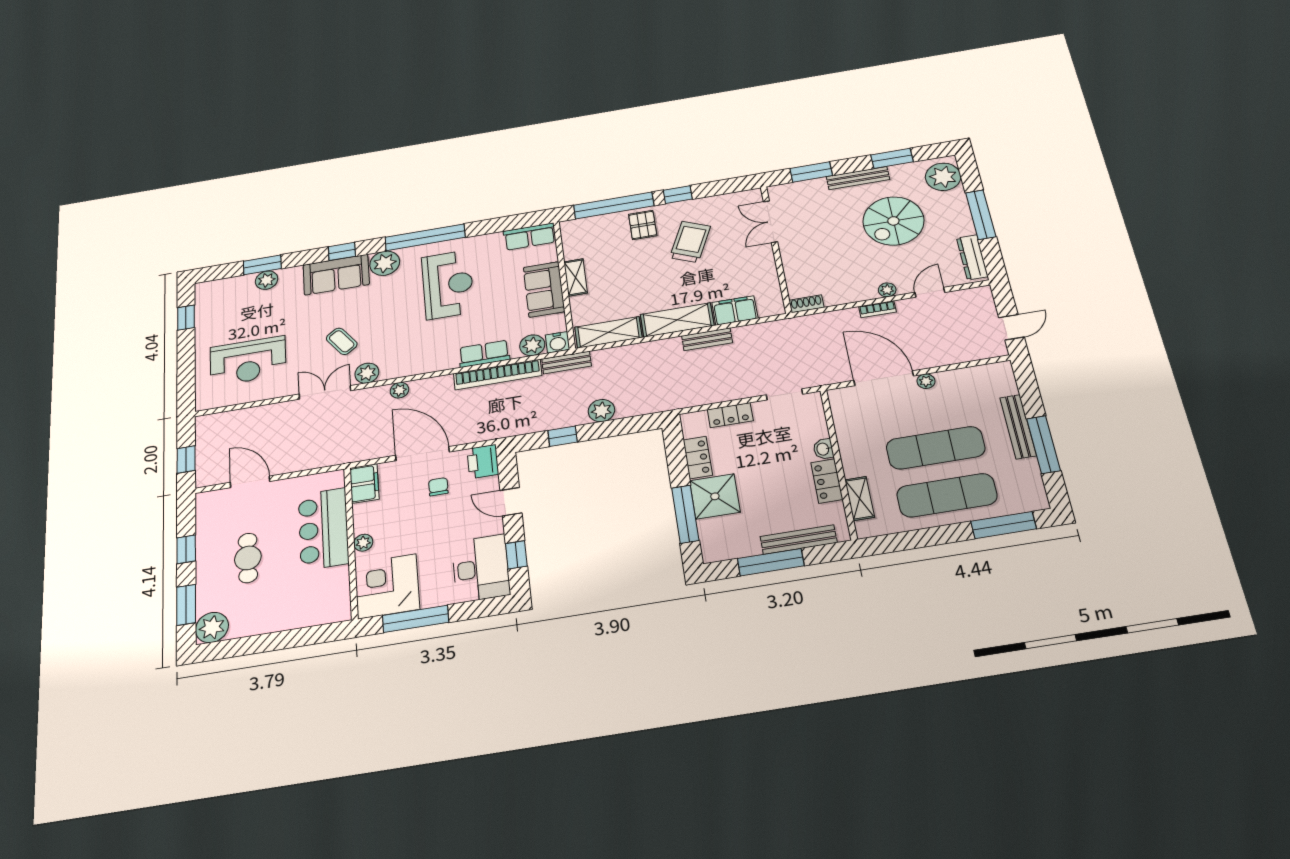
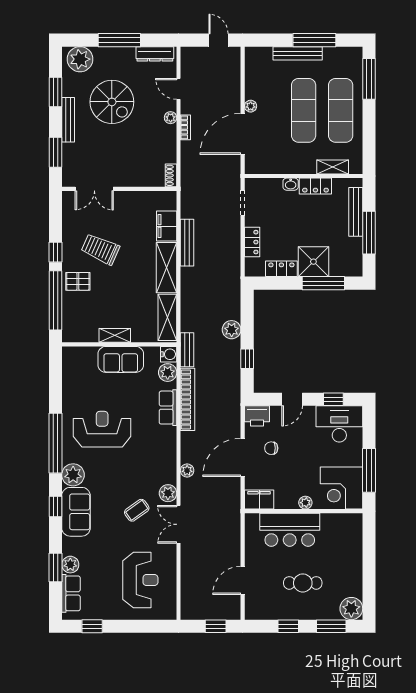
row of seats: (530, 237) -> (71, 593), moved
bench: (707, 339) -> (187, 243), width x1.36

